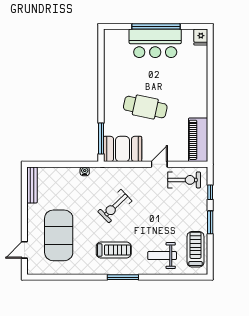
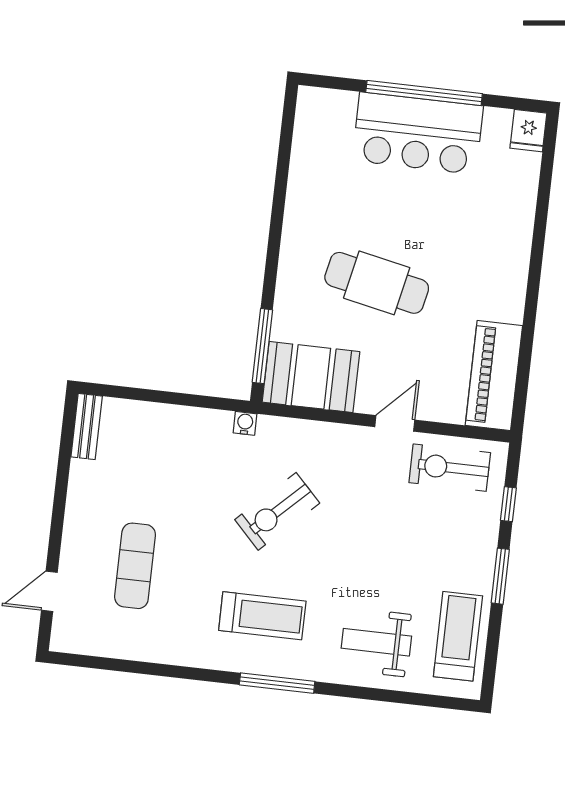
water cooler: (85, 171) -> (245, 423), moved
exercise bike: (184, 180) -> (450, 468), turned 180
bench: (32, 185) -> (87, 427), width x0.73
exercise mat: (59, 235) -> (135, 566), width x0.50, depth x0.69

